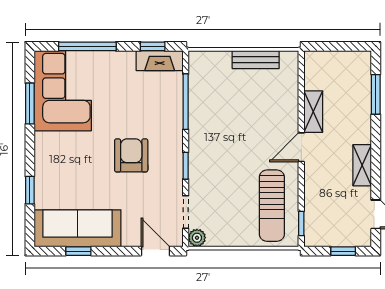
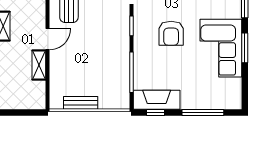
fireplace: (160, 61) -> (157, 100), width x1.37, depth x1.32
corner sofa: (63, 91) -> (221, 48), moved
window: (30, 104) -> (245, 48), moved

